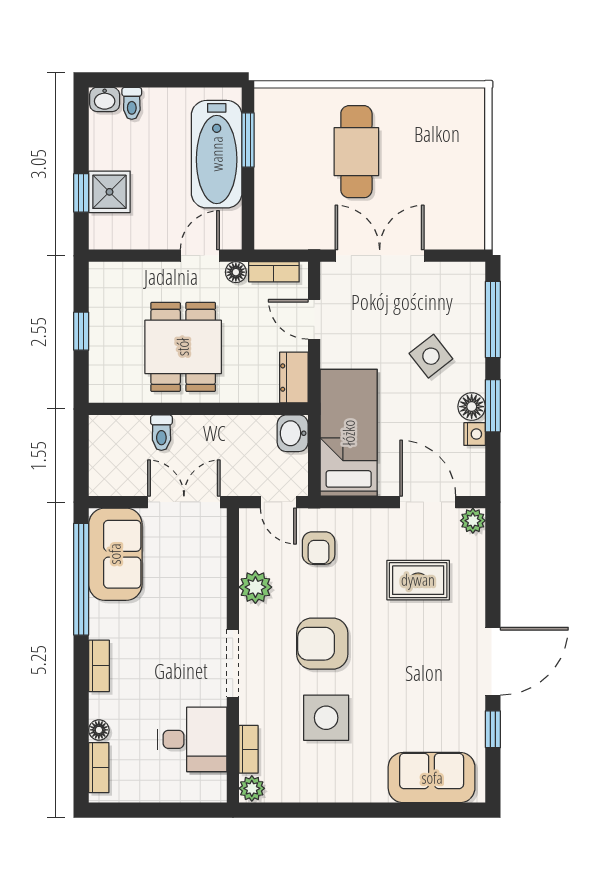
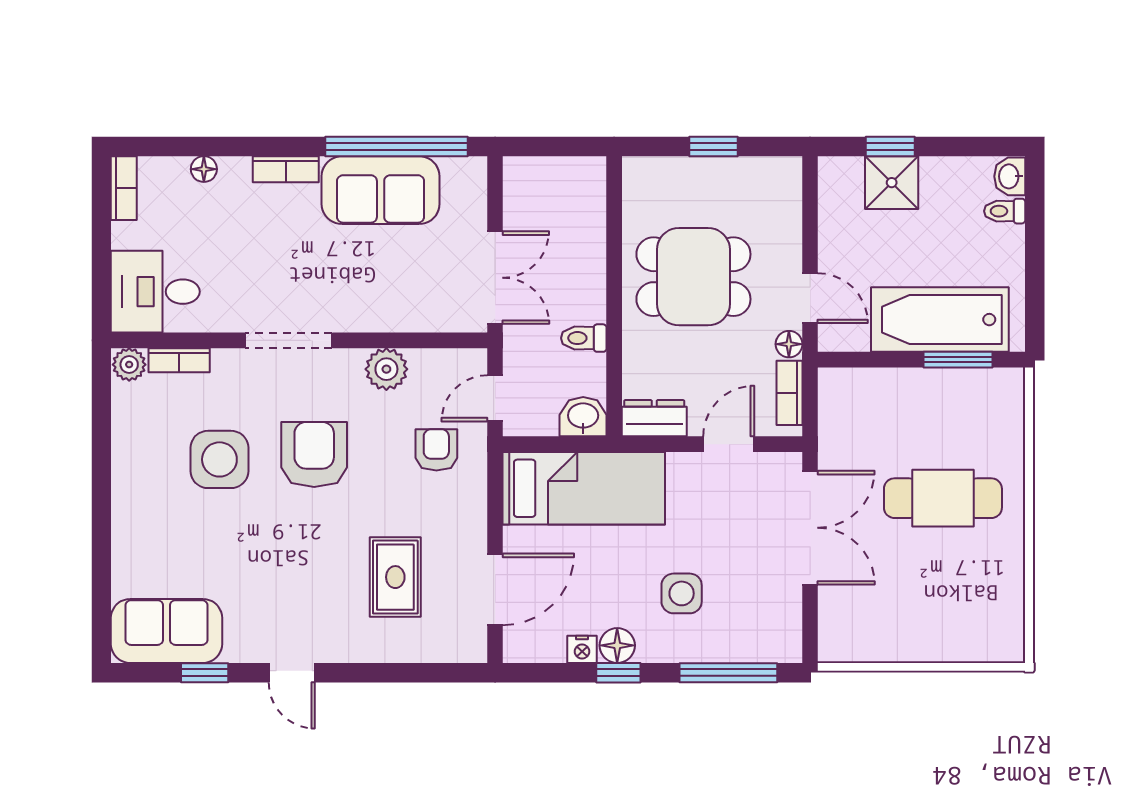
side table: (431, 356) -> (682, 593), turned 38
window: (493, 406) -> (618, 673), width x0.67
toilet: (161, 433) -> (584, 338), moved
plant: (473, 521) -> (471, 647), removed
armchair: (319, 548) -> (436, 450), turned 90
sofa: (115, 554) -> (381, 190), moved
door: (493, 661) -> (292, 673), width x0.53
desk: (192, 739) -> (155, 292), moved, turned 90
bookcase: (99, 768) -> (124, 188), moved, turned -90
sofa: (432, 778) -> (167, 631), moved, turned -90

